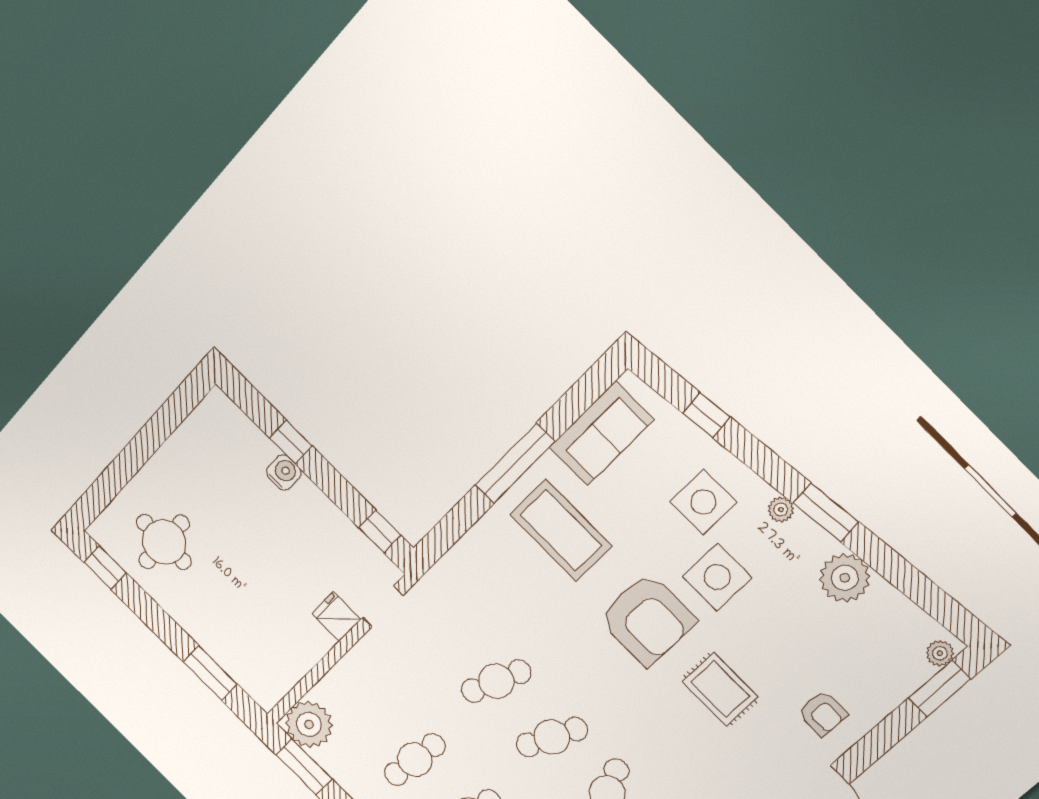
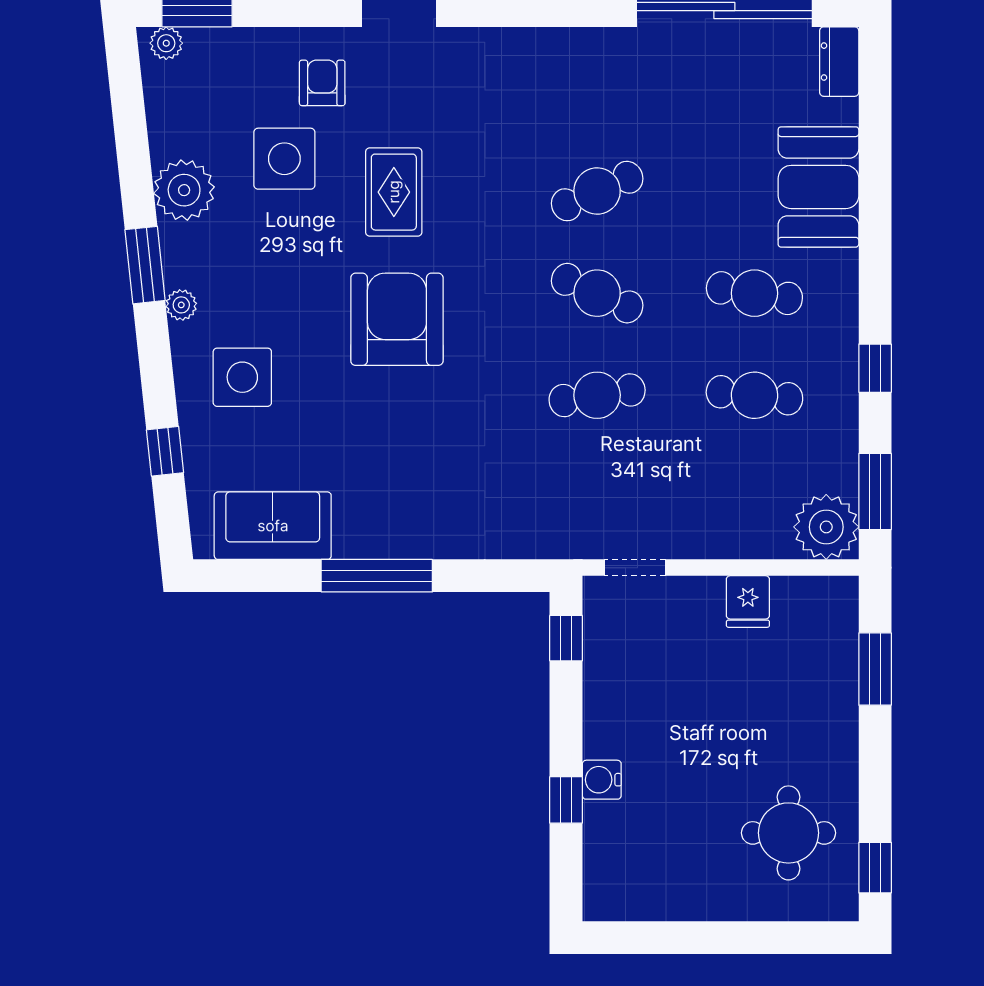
coffee table: (561, 530) -> (395, 476), removed
side table: (717, 577) -> (284, 159), moved
fridge: (336, 616) -> (748, 601), moved
cafe table: (496, 681) -> (597, 395), turned -30

